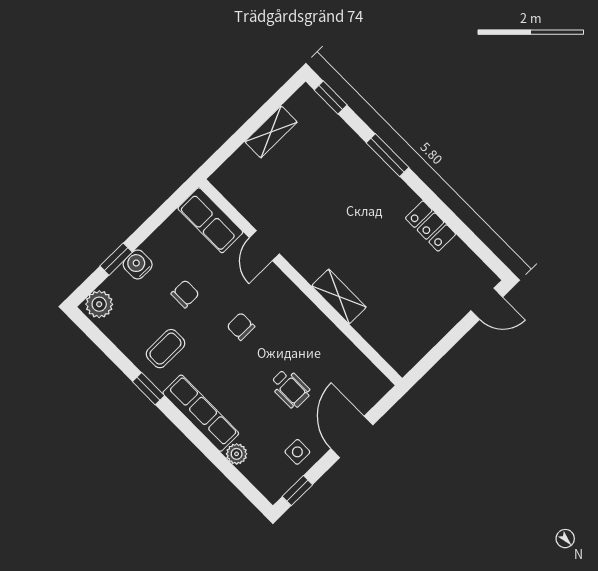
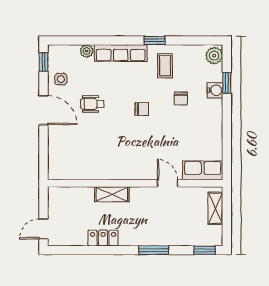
row of seats: (210, 220) -> (203, 170), moved
door: (264, 246) -> (167, 183), moved
wall: (301, 282) -> (135, 183), moved
shelving: (339, 296) -> (112, 194), moved

